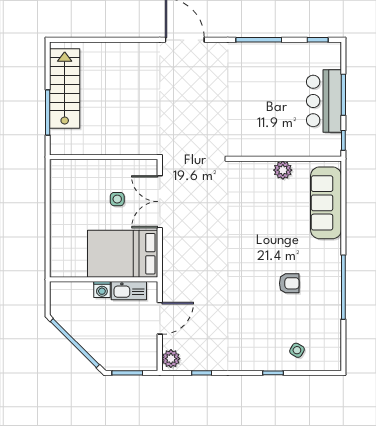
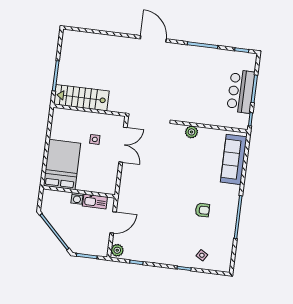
stairs: (65, 89) -> (81, 98), moved, turned -90
plant: (283, 170) -> (191, 132), moved
double door: (160, 202) -> (123, 145), swing flipped
bed: (123, 254) -> (62, 165), moved, turned 90

